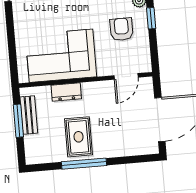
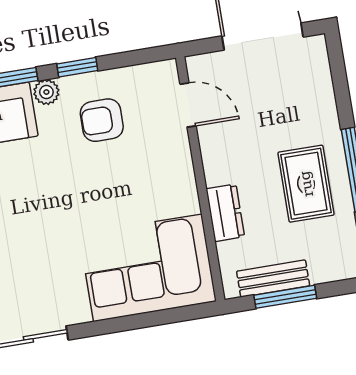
corner sofa: (61, 56) -> (148, 268), moved, turned 90
rug: (79, 137) -> (306, 184), turned 90

